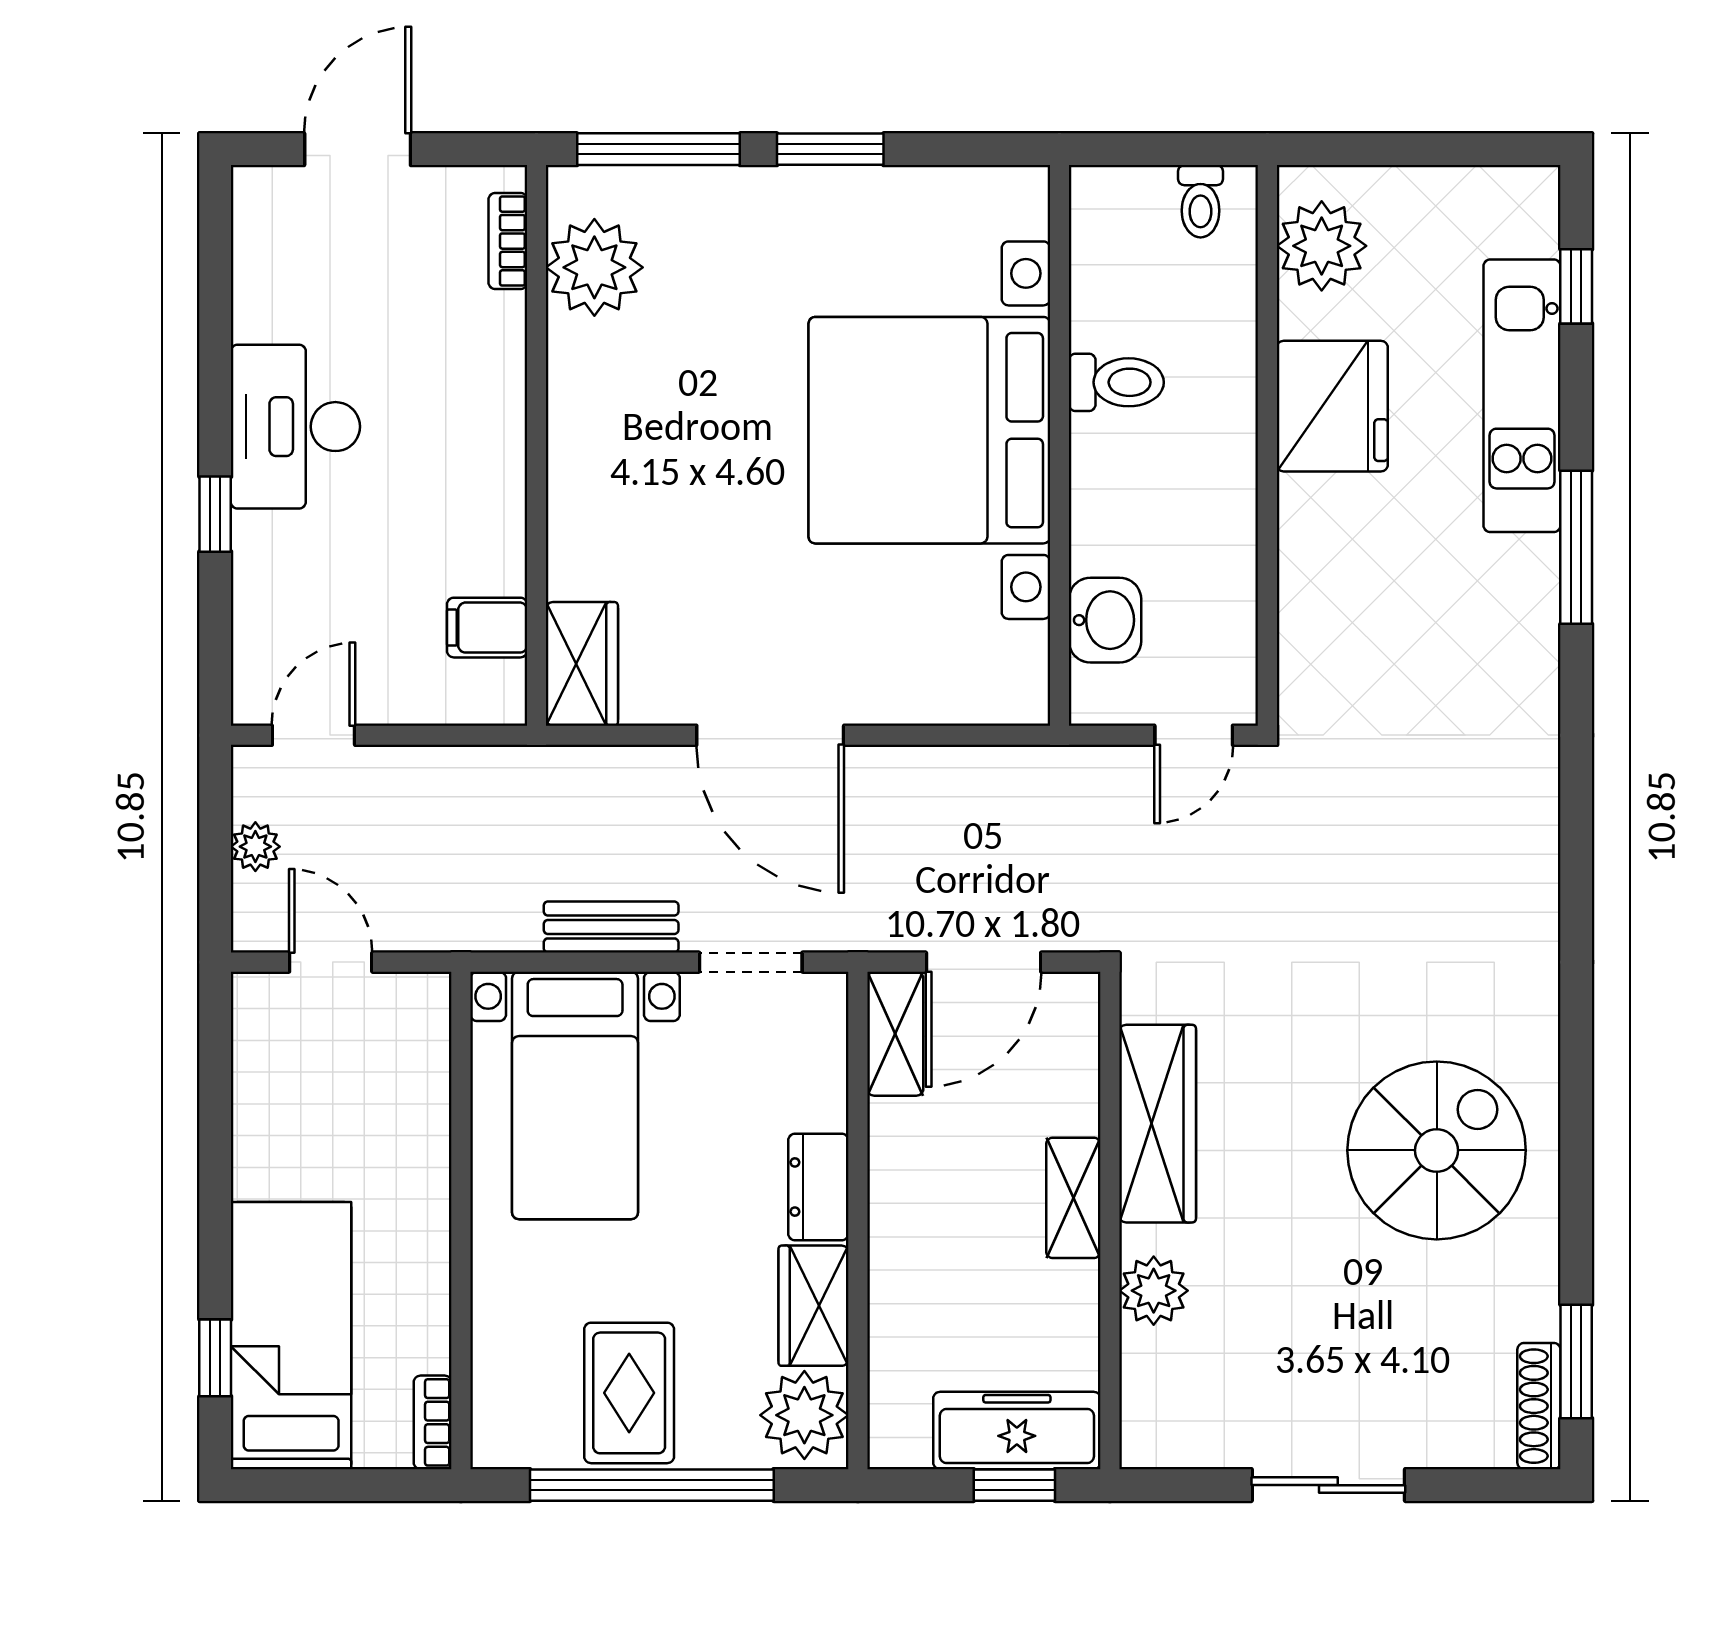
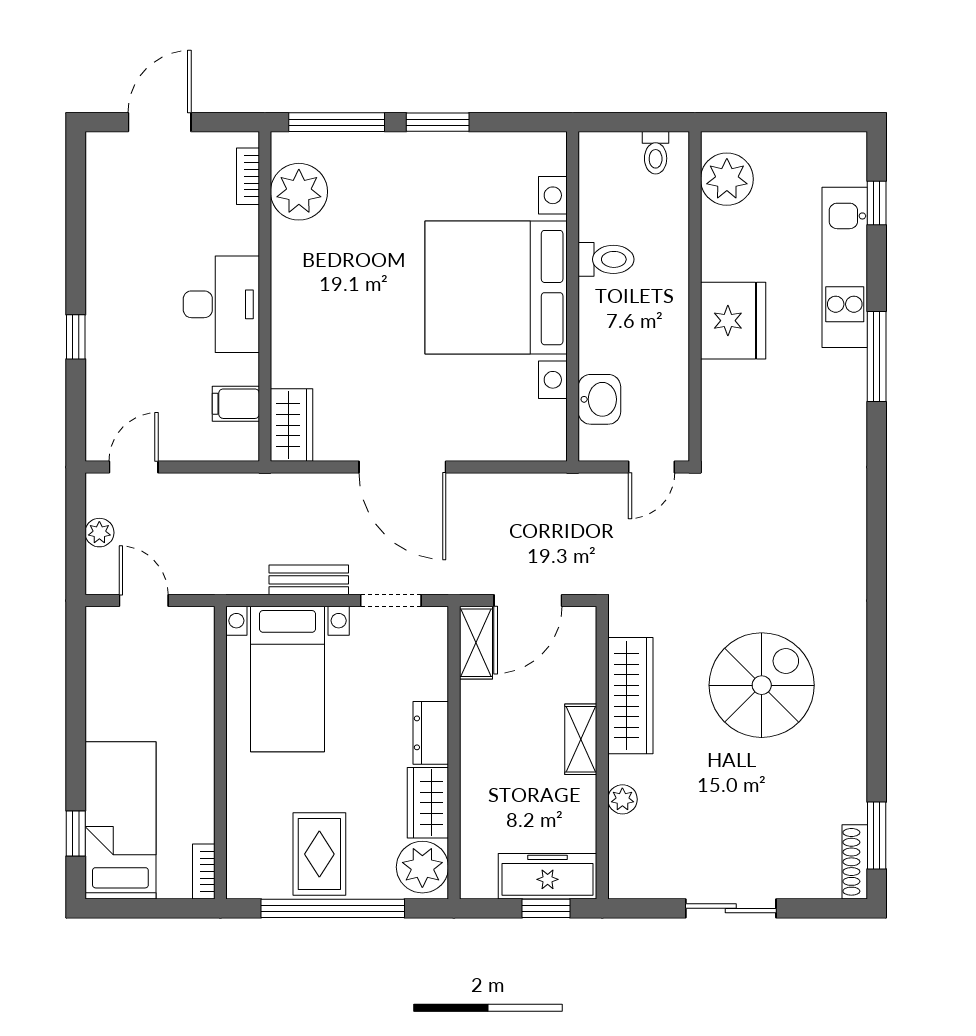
fridge: (1332, 406) -> (733, 321), moved
desk: (295, 427) -> (221, 304), moved, turned 180
spiral stairs: (1437, 1150) -> (762, 685), moved
plant: (1154, 1291) -> (622, 799), width x0.73, depth x0.73

